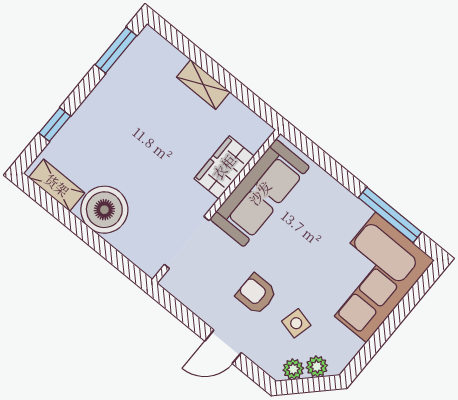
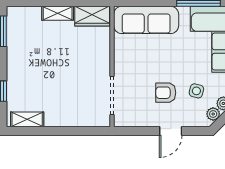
wardrobe: (224, 167) -> (92, 16), moved, turned -90
sofa: (260, 193) -> (146, 20), moved, turned 90
boiler: (104, 210) -> (60, 112), removed

